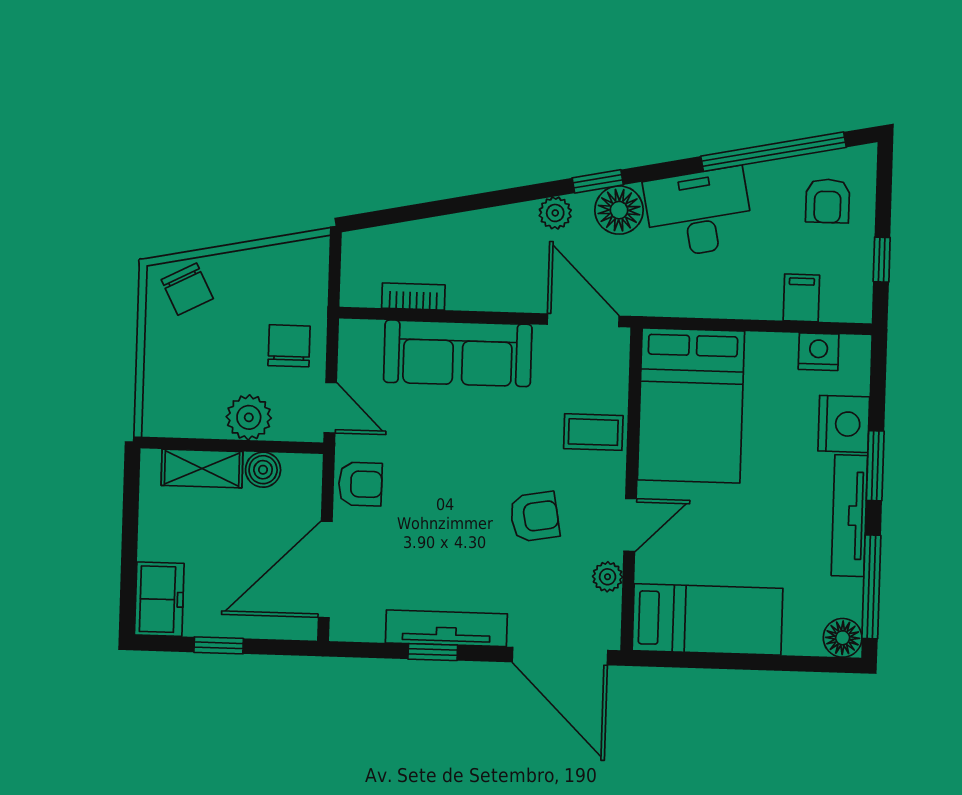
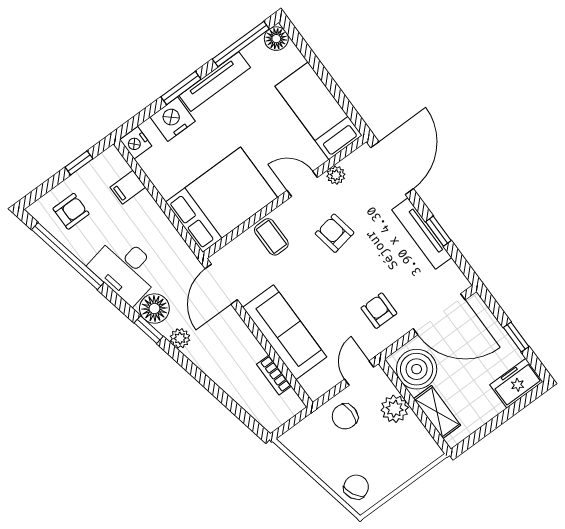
nightstand: (819, 352) -> (136, 143), moved
boiler: (263, 470) -> (417, 369), width x1.86, depth x1.86
armchair: (360, 484) -> (379, 311), moved

